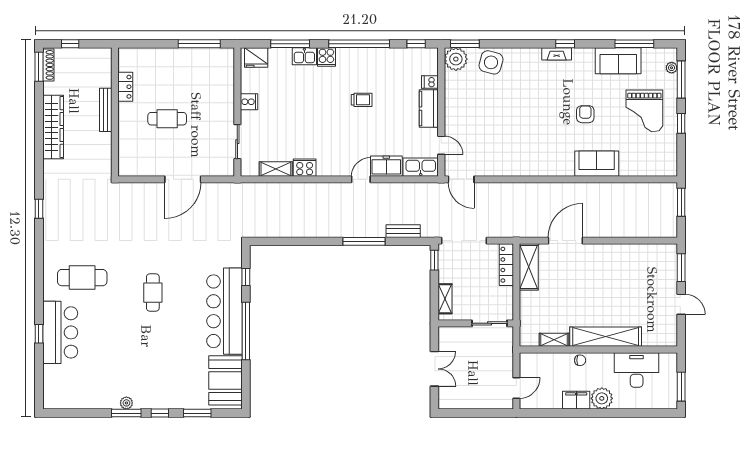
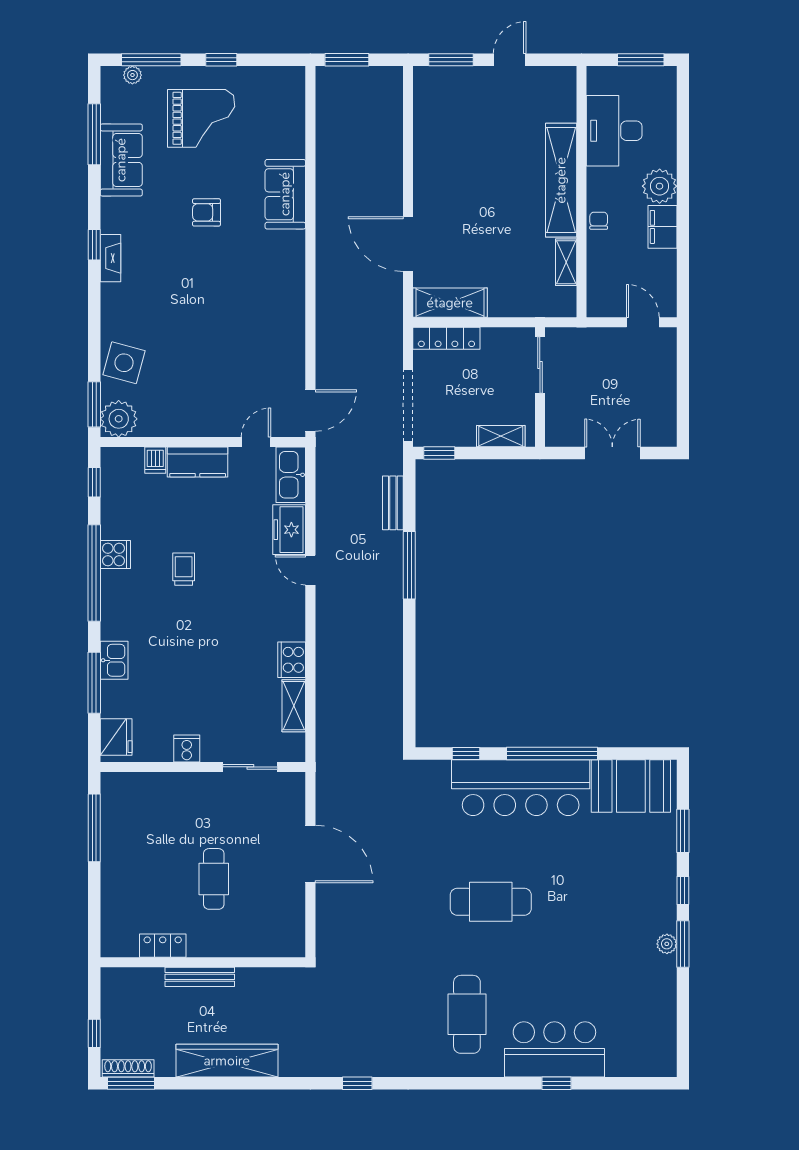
cooker: (326, 57) -> (115, 554), moved
cafe table: (153, 293) -> (491, 902), width x1.37, depth x1.35

